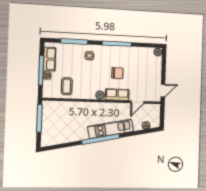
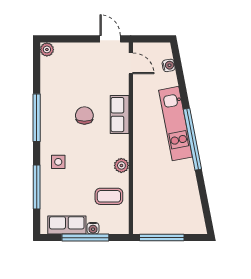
plant: (100, 95) -> (121, 165), moved
door: (137, 102) -> (131, 63), moved

